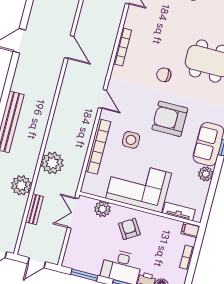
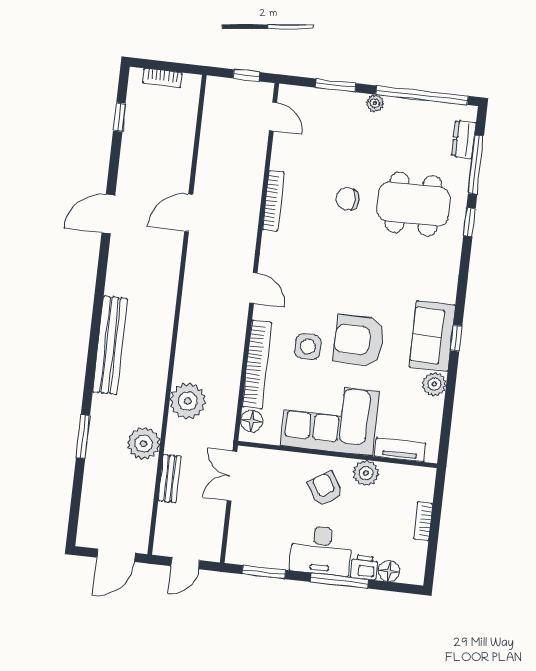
door: (69, 47) -> (189, 213), swing flipped
chair: (164, 75) -> (348, 199), moved
armchair: (170, 119) -> (359, 340), moved
floor lamp: (90, 181) -> (252, 421), added
plant: (102, 209) -> (366, 473), moved
filing cabinet: (190, 230) -> (423, 476), removed

